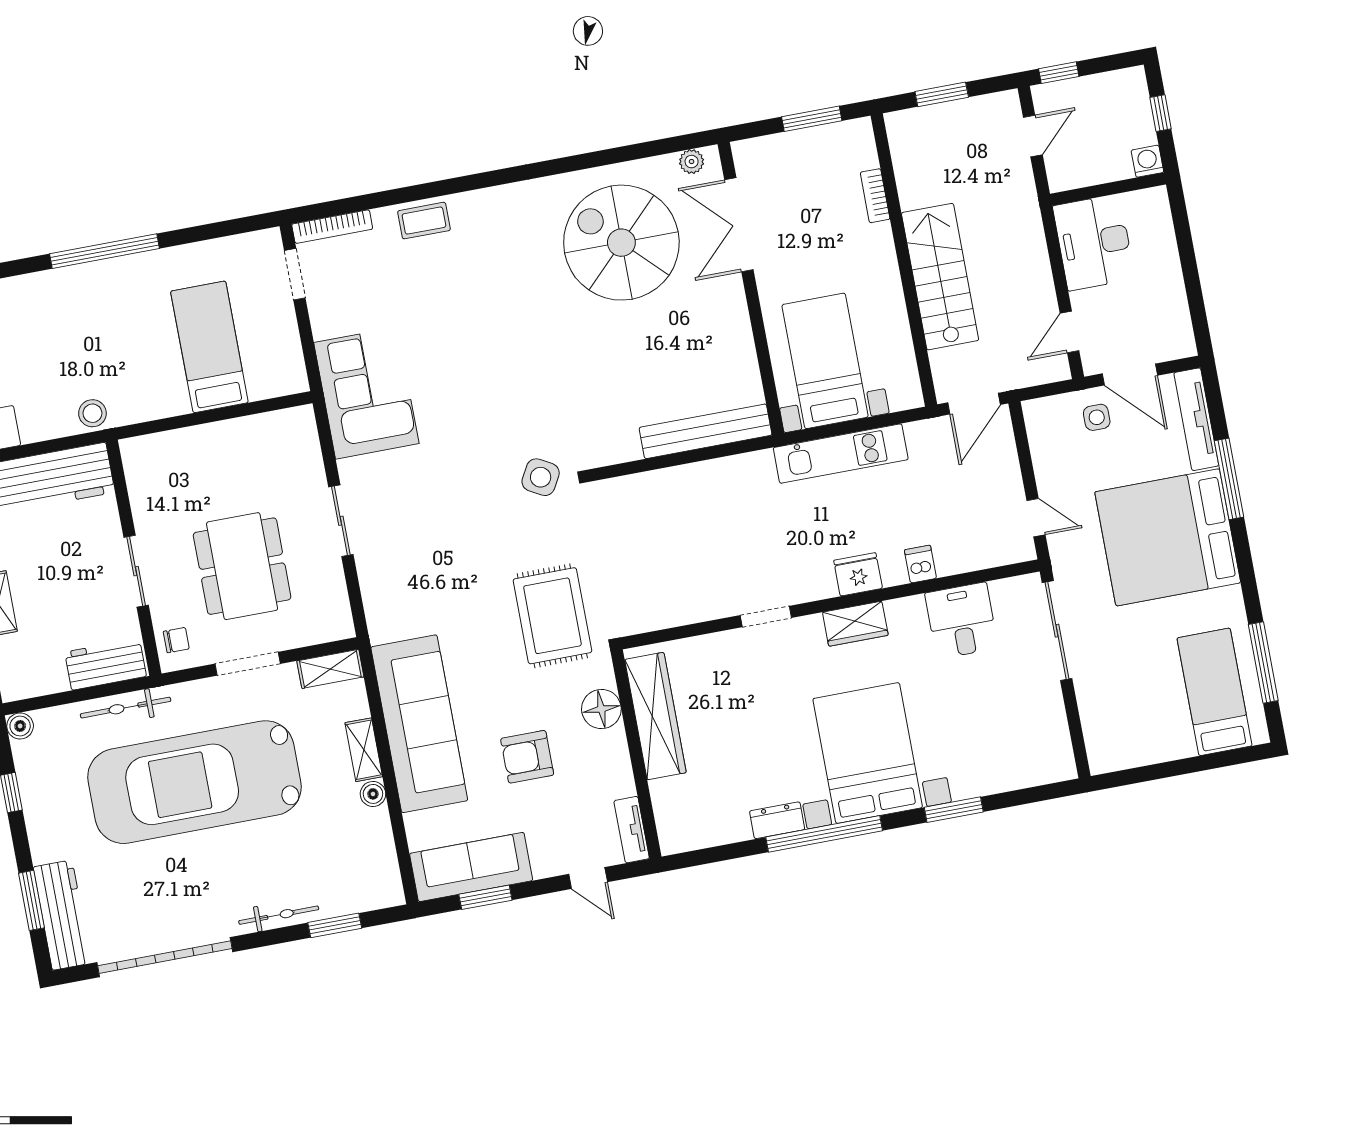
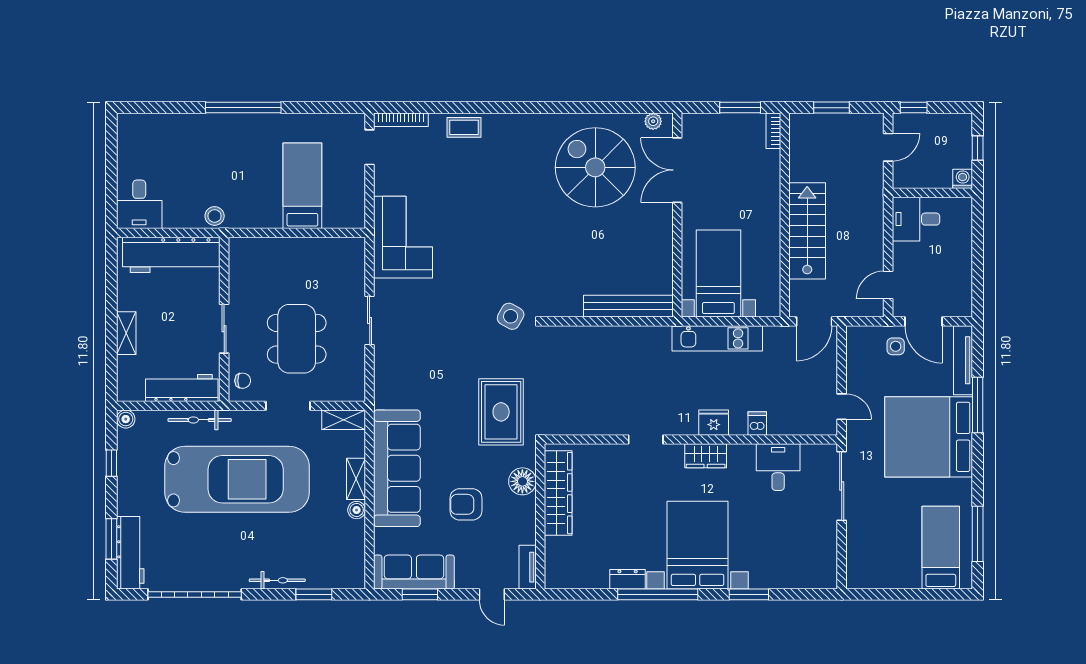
bookcase: (875, 196) -> (773, 131), moved
desk: (1094, 242) -> (916, 219), width x0.73
workbench: (106, 664) -> (182, 388), width x1.37
car: (194, 782) -> (237, 479), turned 180

